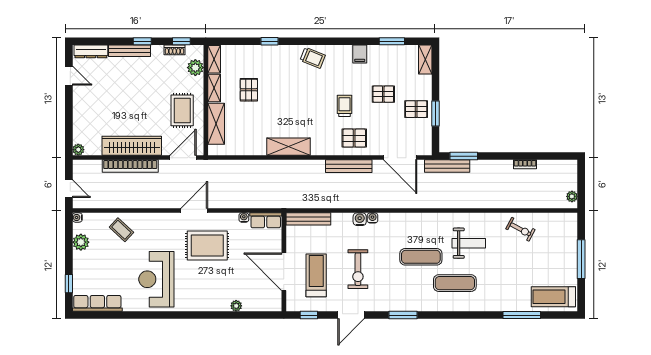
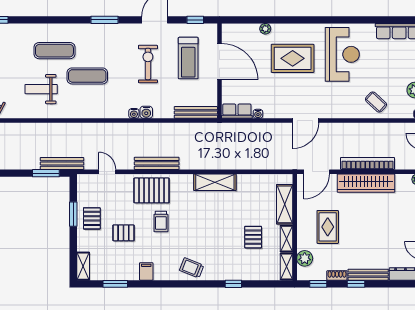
shoe rack: (174, 50) -> (337, 275), moved
pallet: (416, 109) -> (92, 218), turned 90
rug: (182, 110) -> (328, 227), moved
pallet: (354, 138) -> (152, 190), width x1.50, depth x1.42
door: (400, 158) -> (107, 172), width x0.53
rug: (207, 246) -> (293, 58), moved

